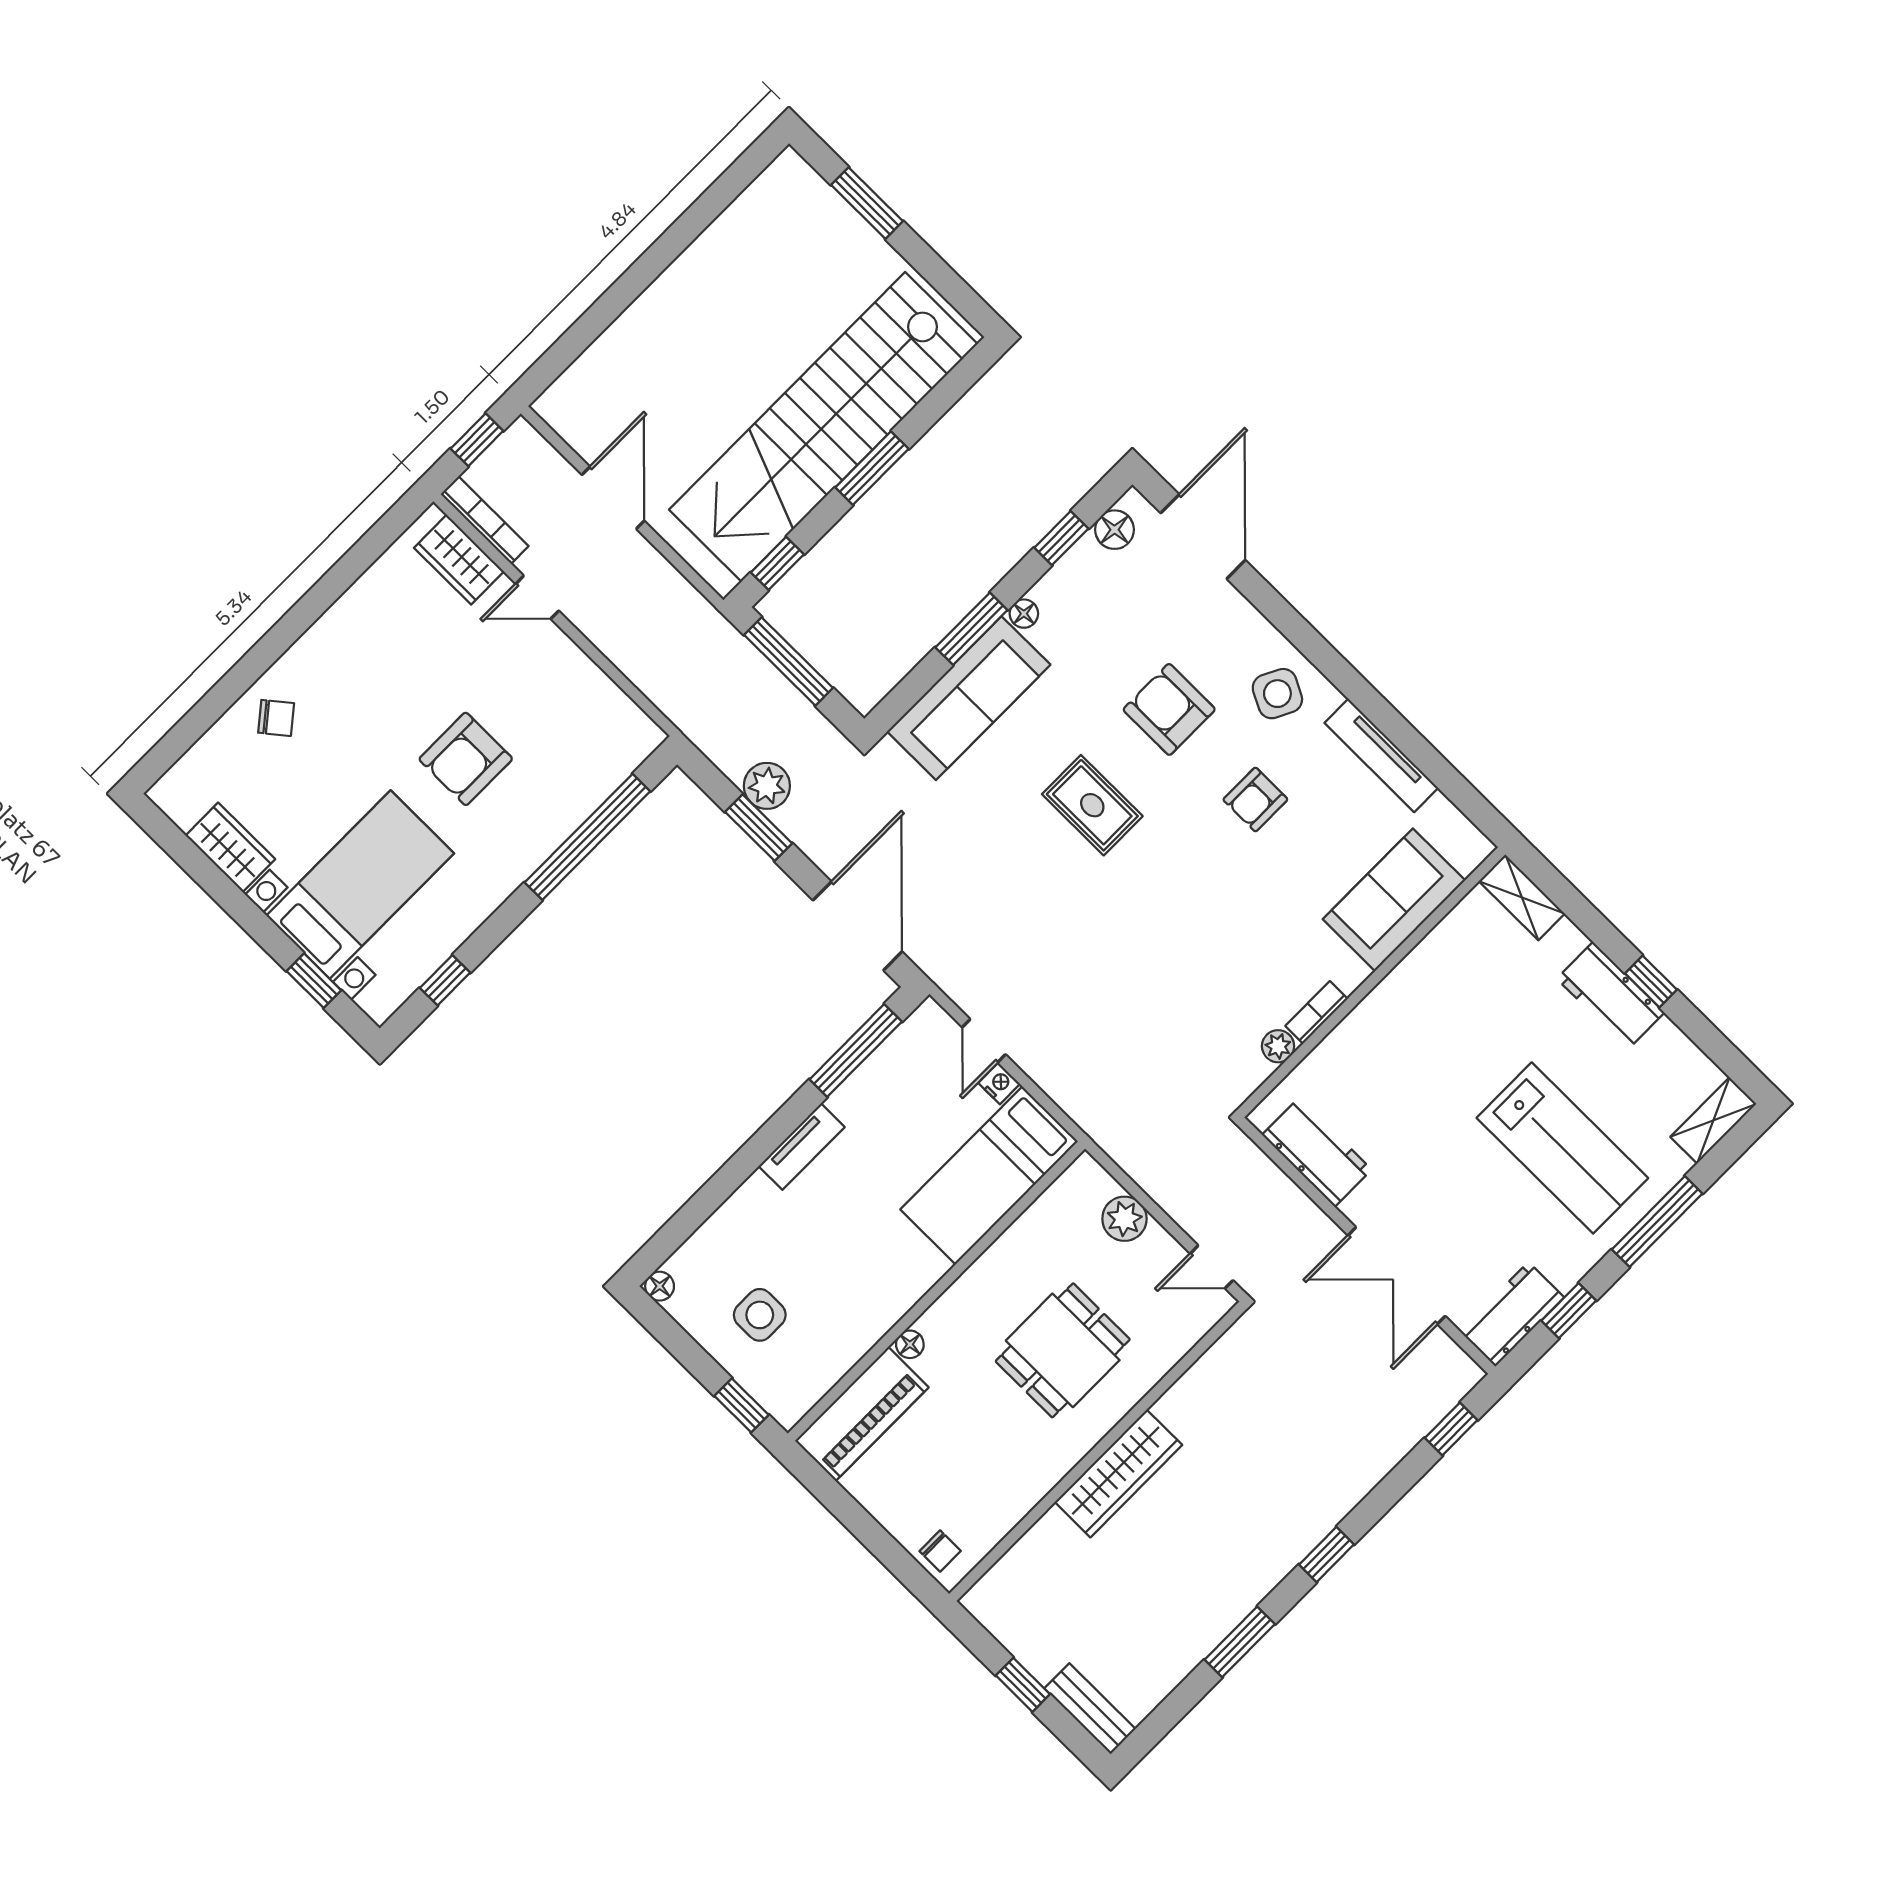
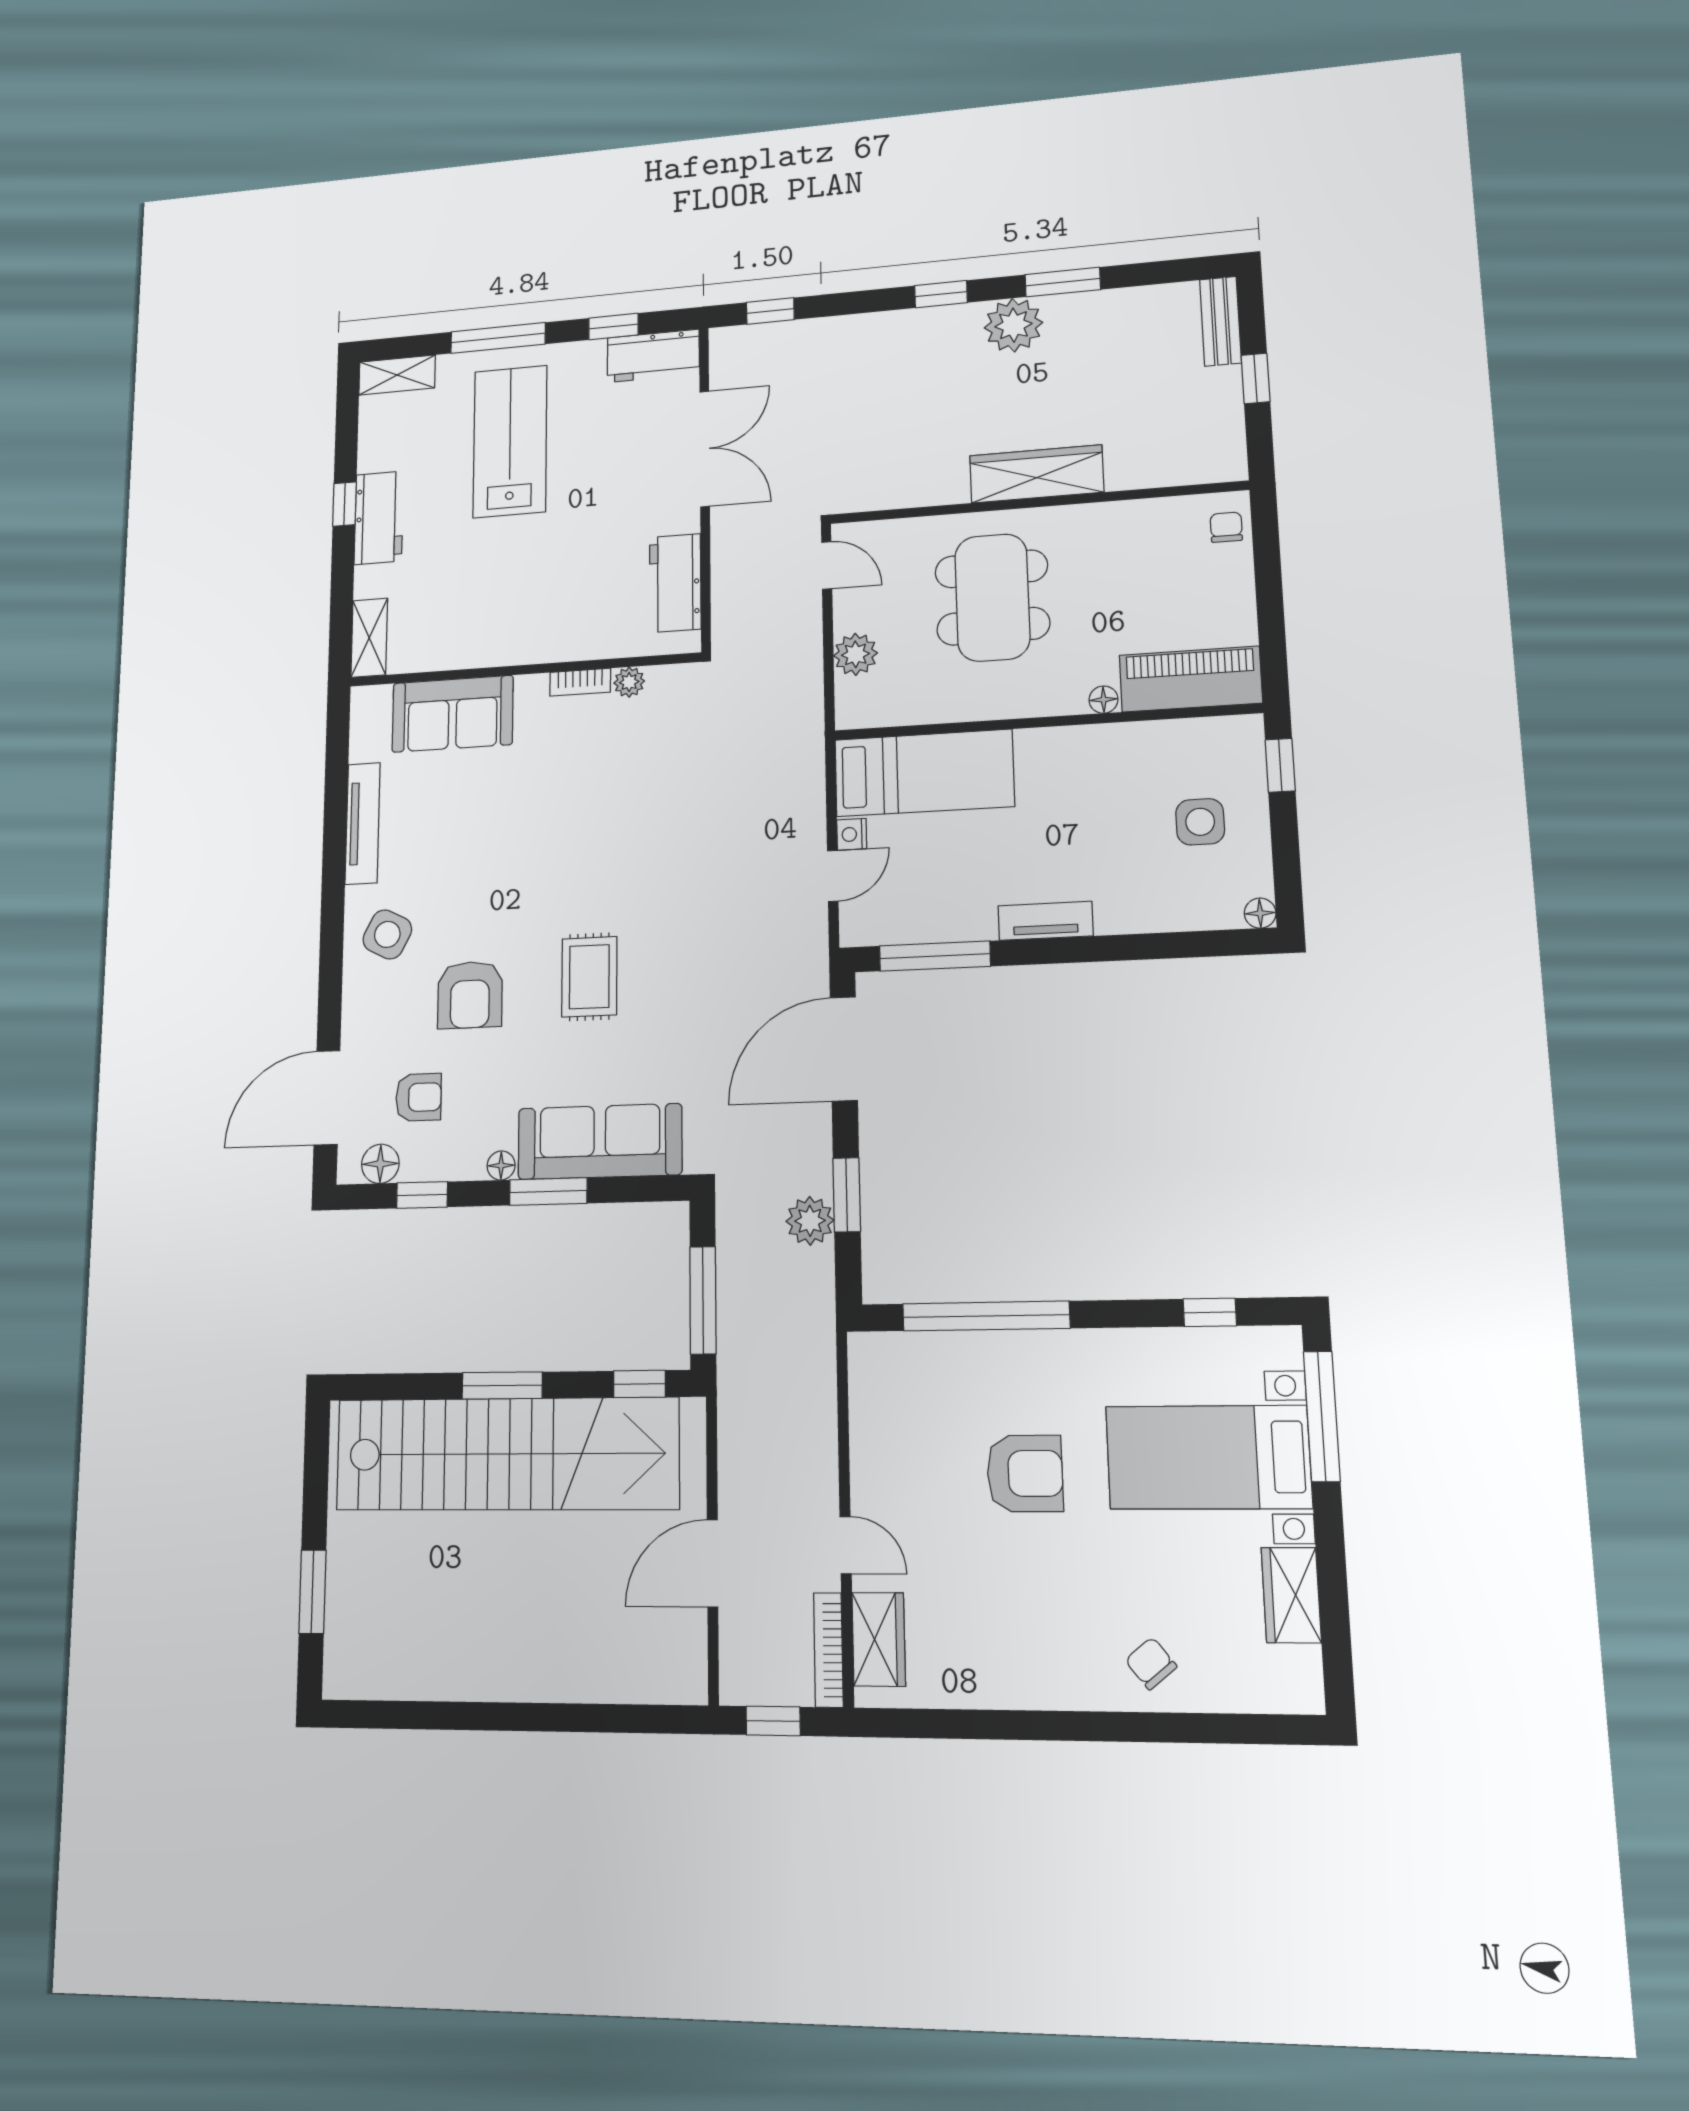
armchair: (1255, 799) -> (419, 1097), moved
window: (314, 981) -> (1322, 1416), width x2.17
dining table: (1063, 1350) -> (992, 597), width x1.38
plant: (1246, 1576) -> (1013, 325), added

